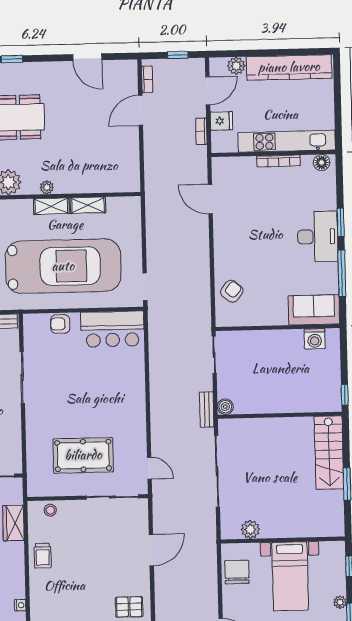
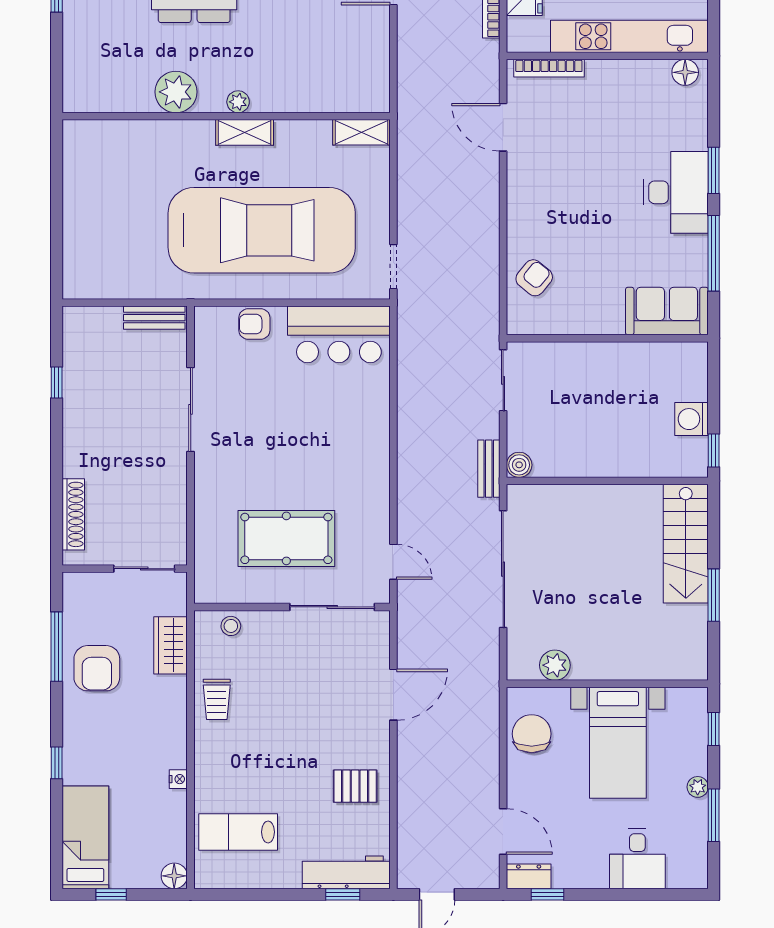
bookcase: (279, 161) -> (549, 68), moved
shelving: (88, 205) -> (362, 132), moved
washing machine: (315, 339) -> (692, 419), moved, turned 90

